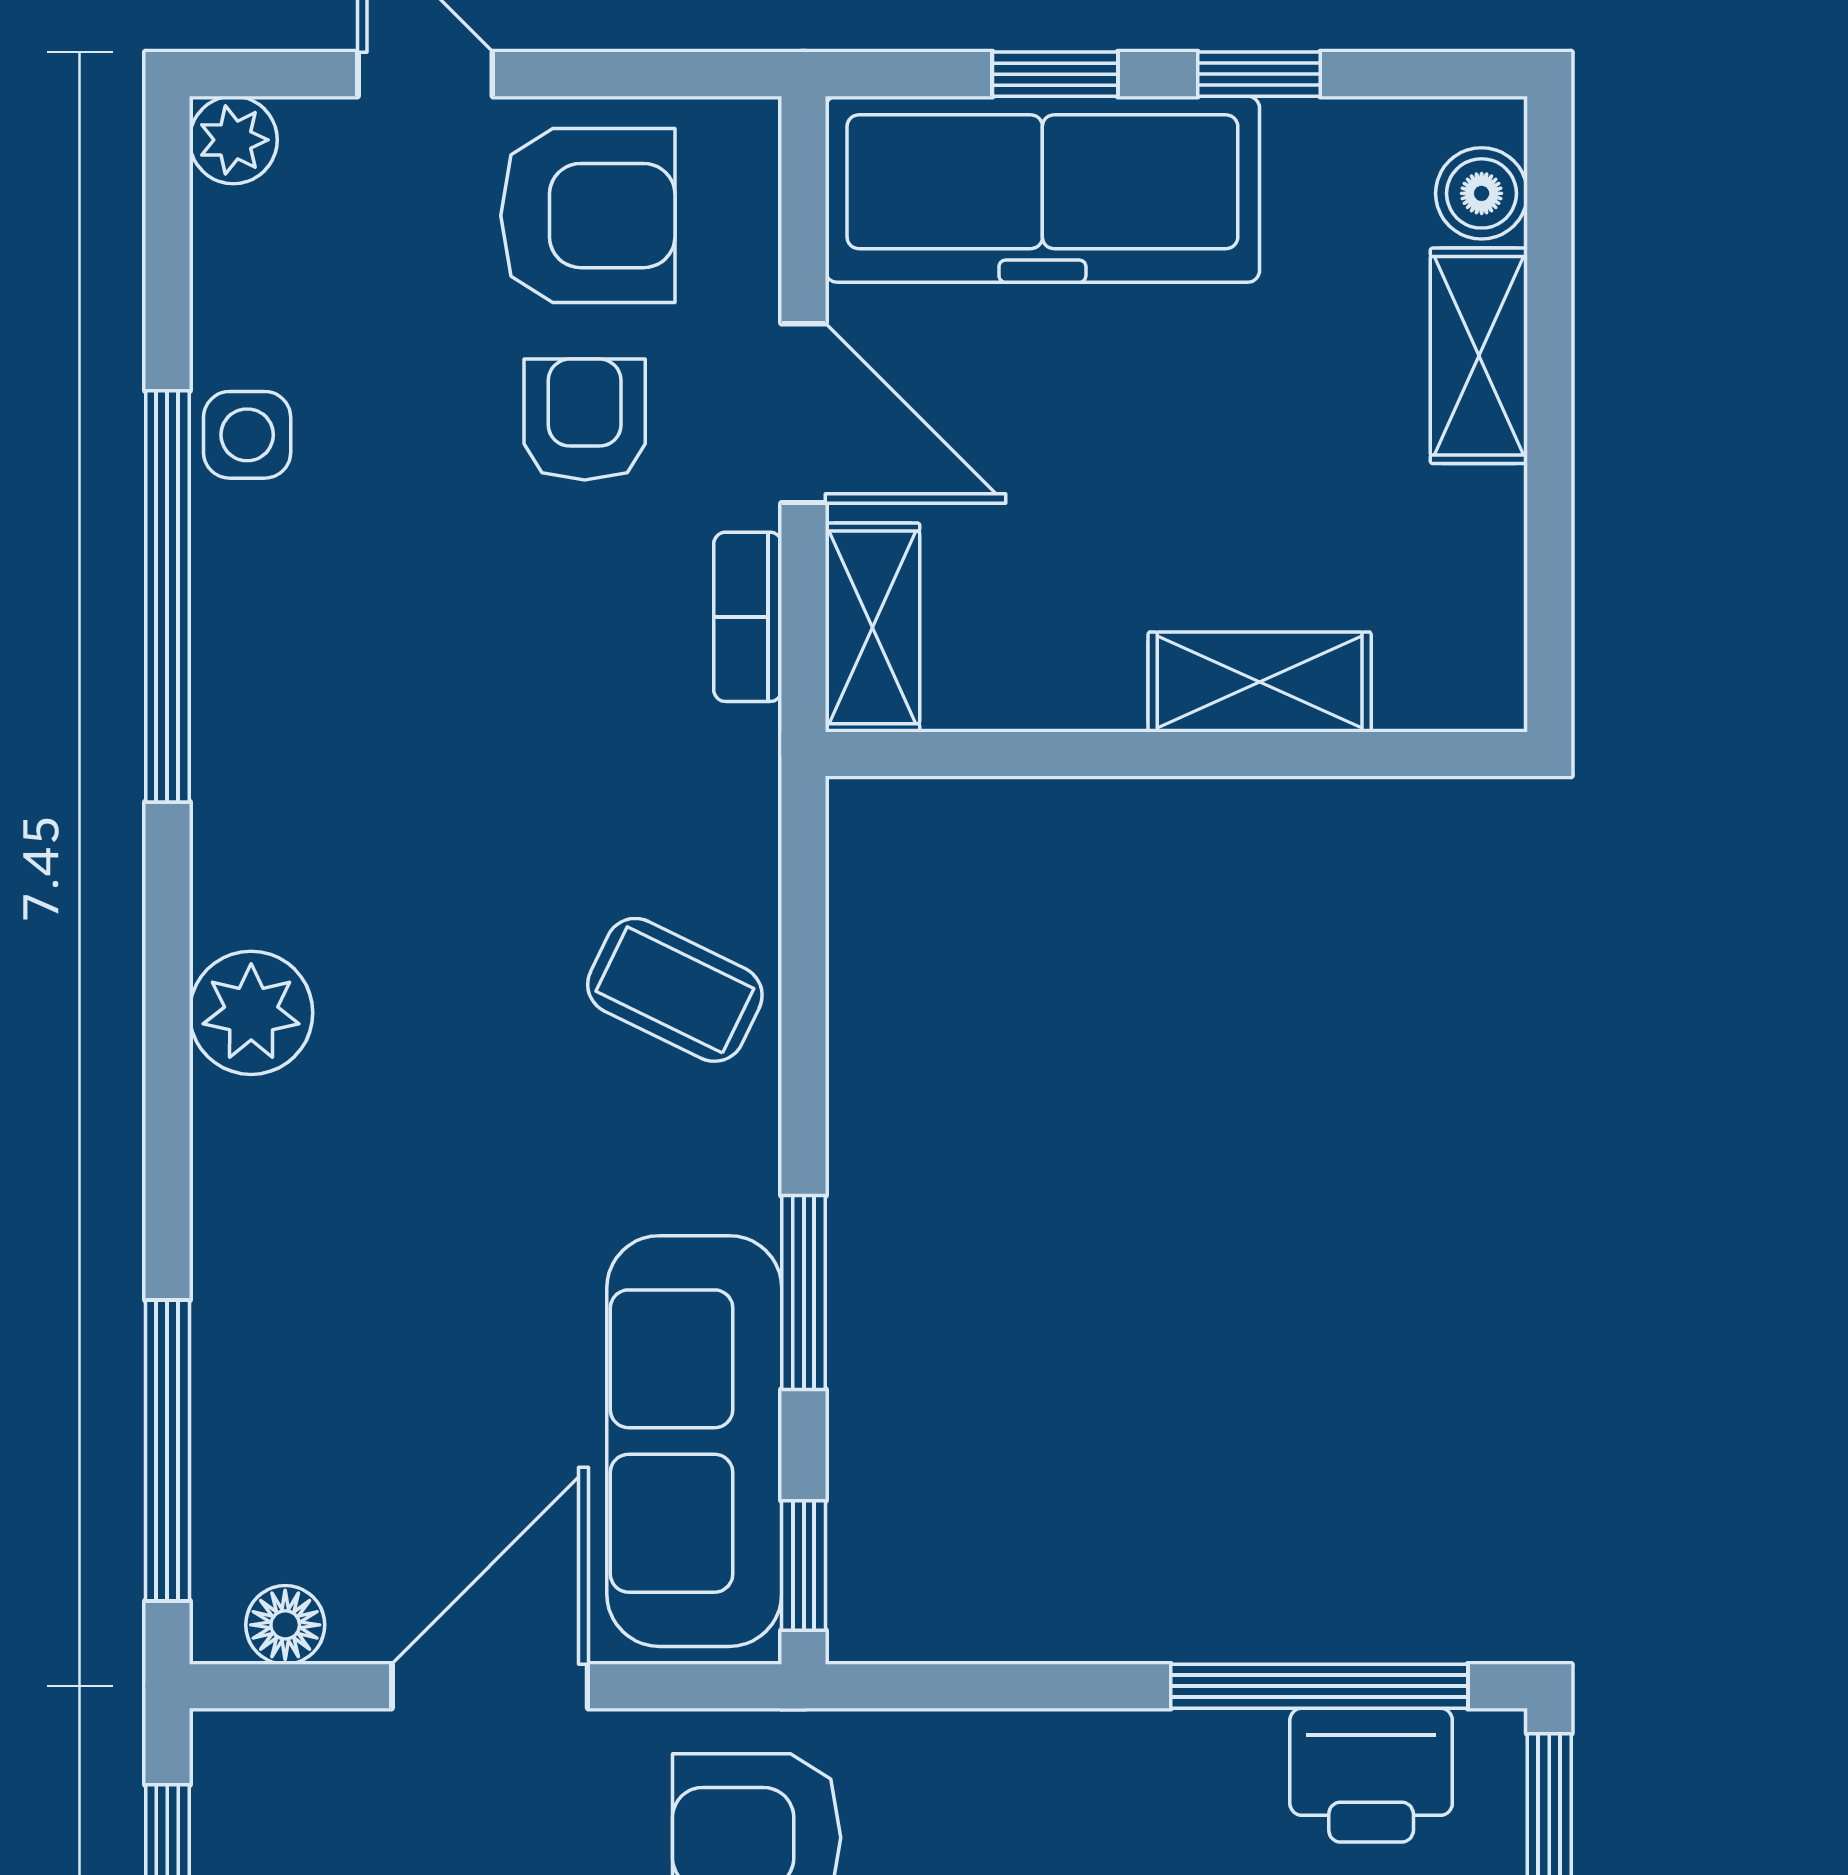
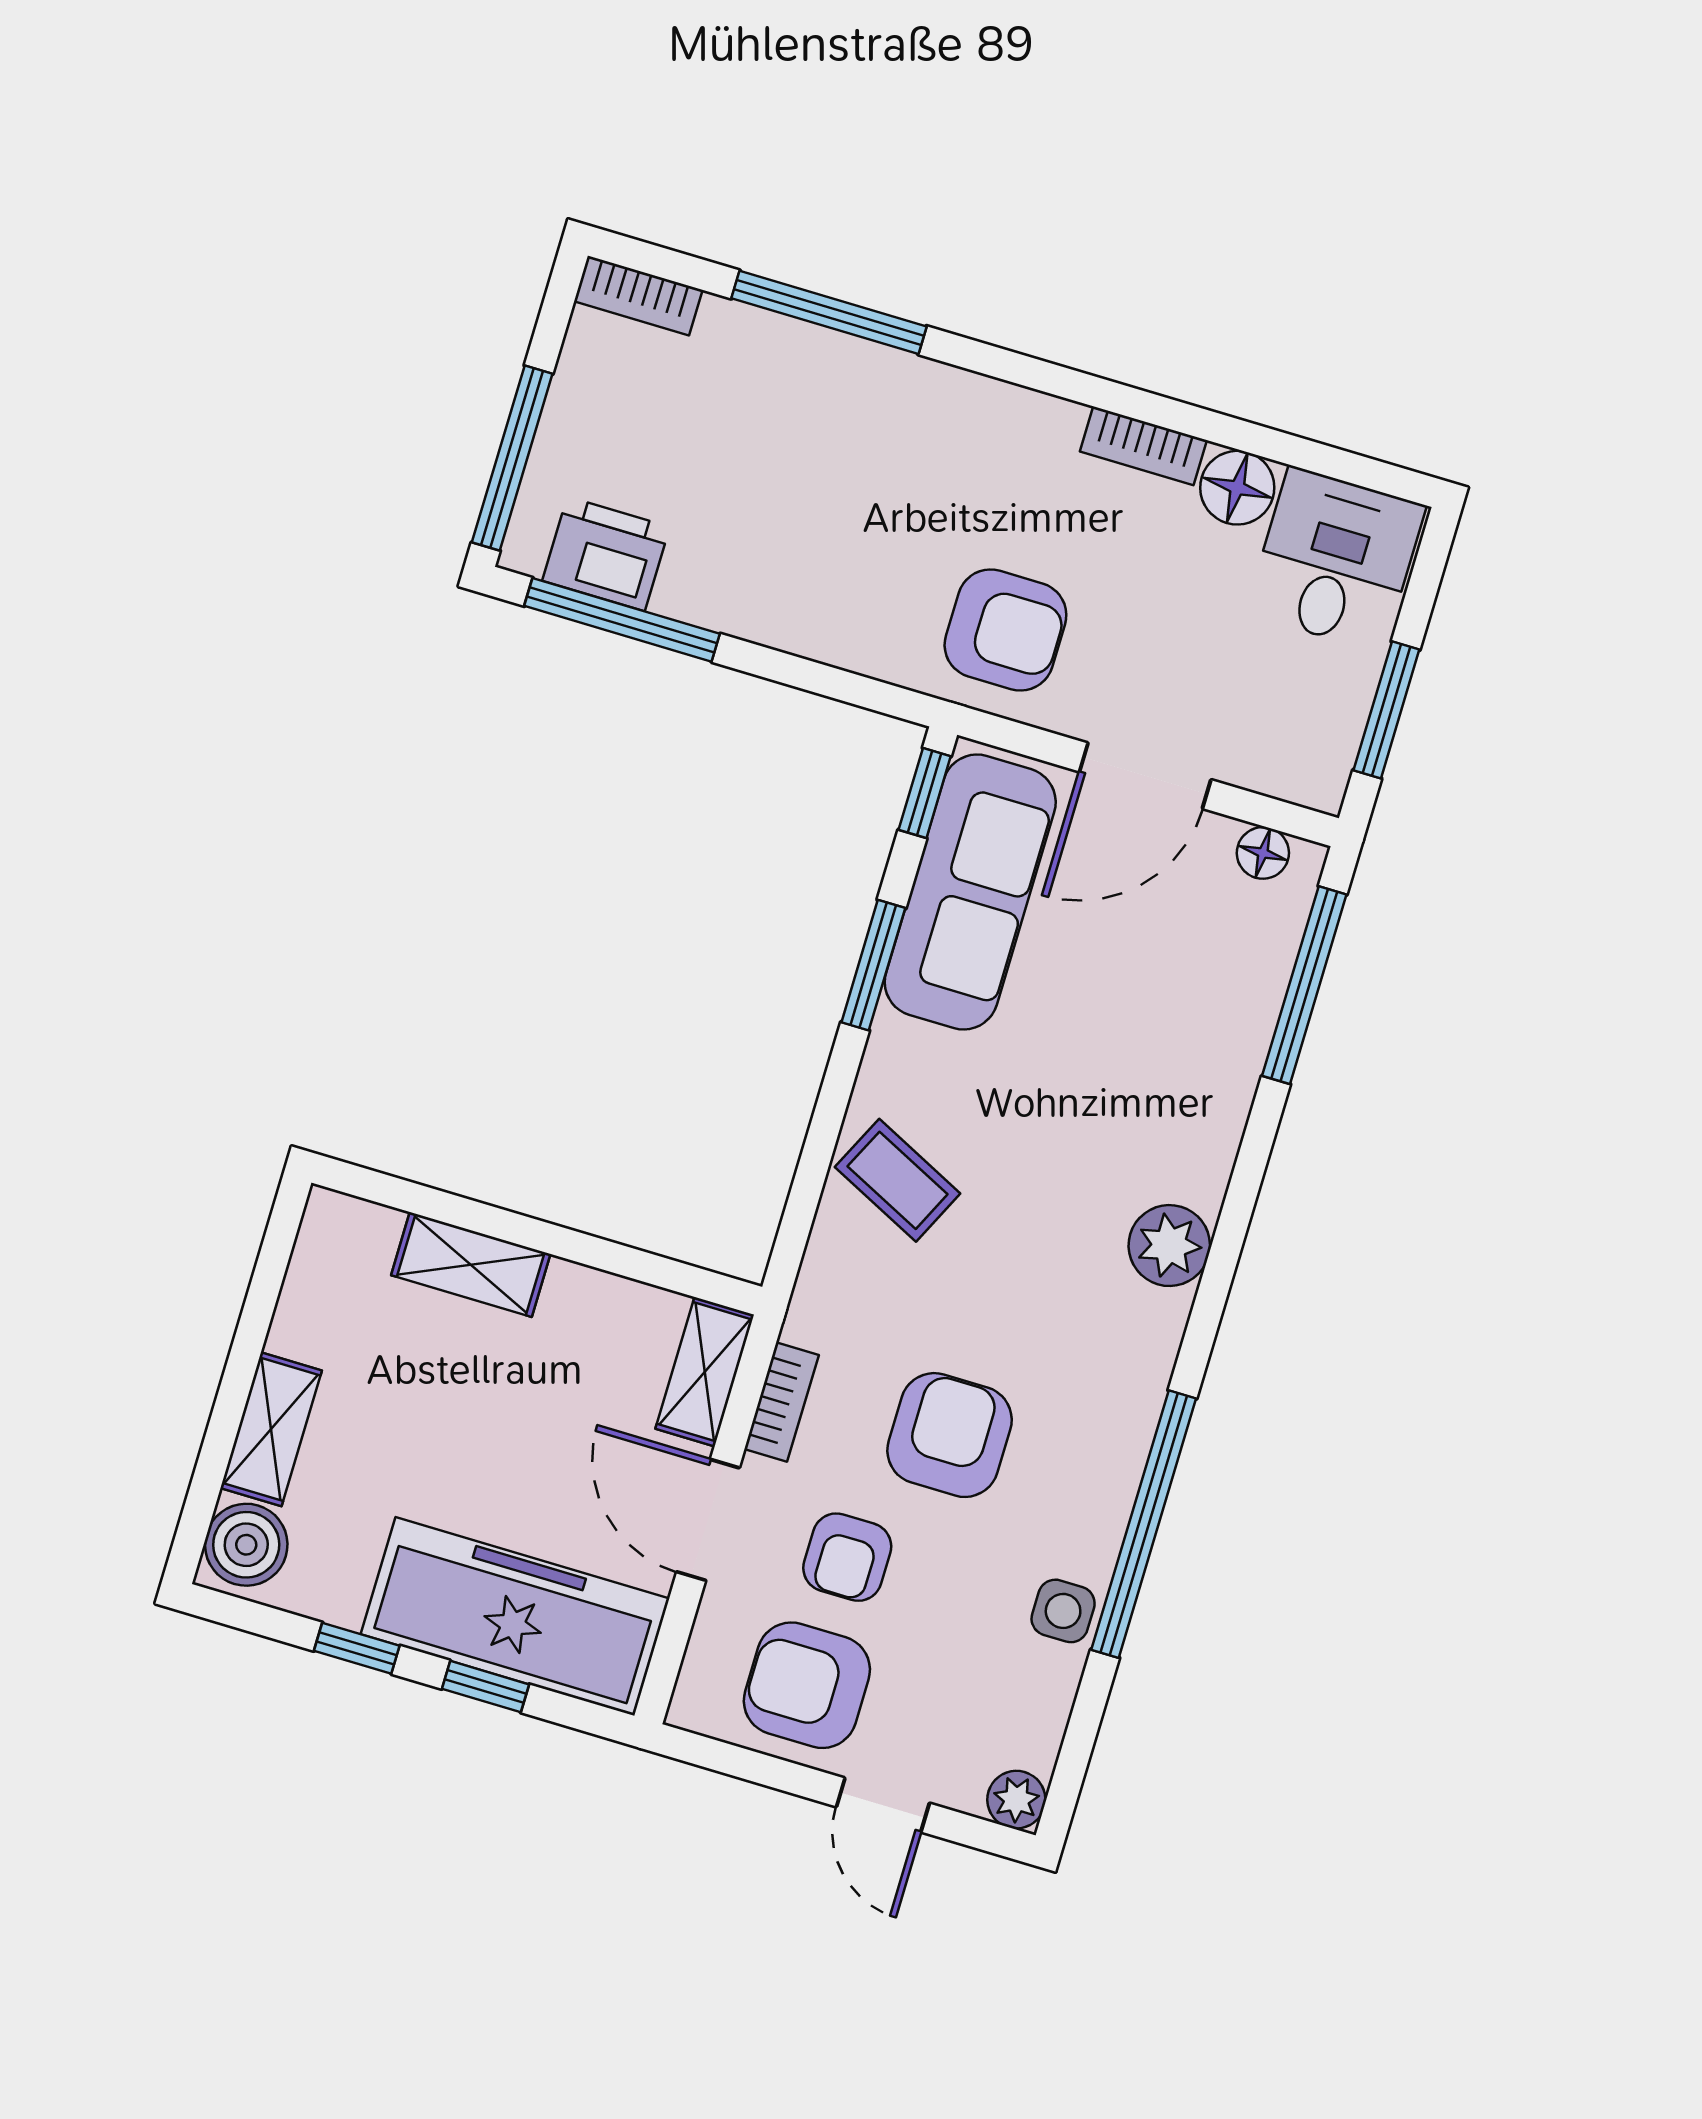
boiler: (1482, 193) -> (246, 1545), width x1.36, depth x1.36
armchair: (489, 642) -> (950, 1435), added

